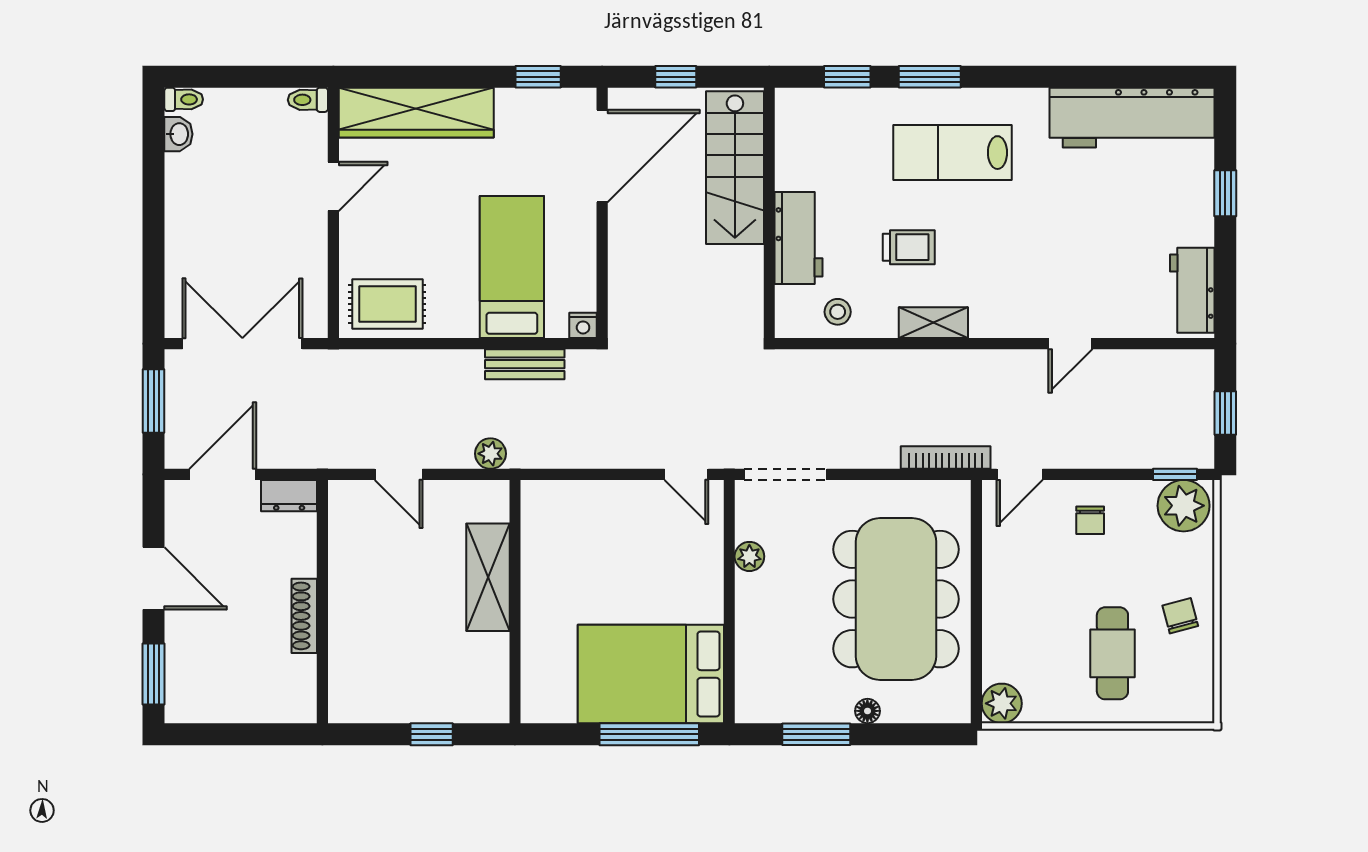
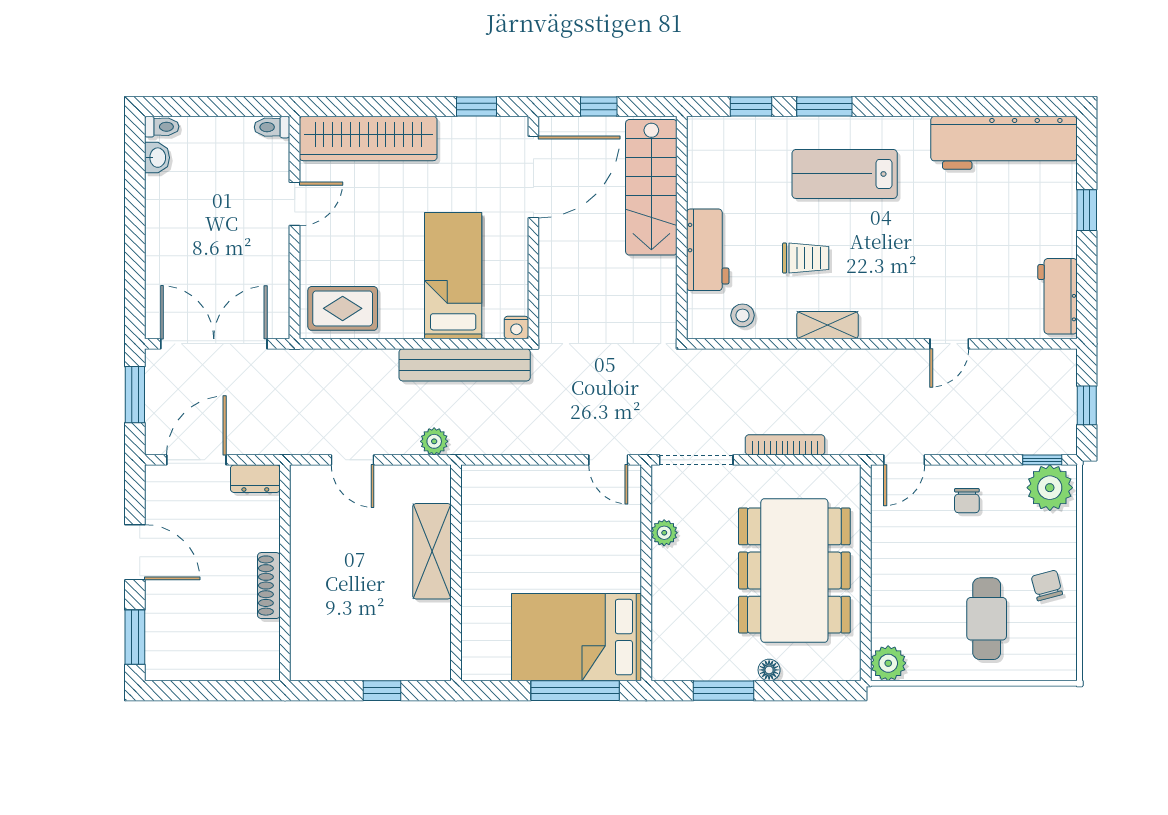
bench: (525, 364) -> (465, 365), width x1.86, depth x1.21
bookcase: (946, 458) -> (785, 445), moved

